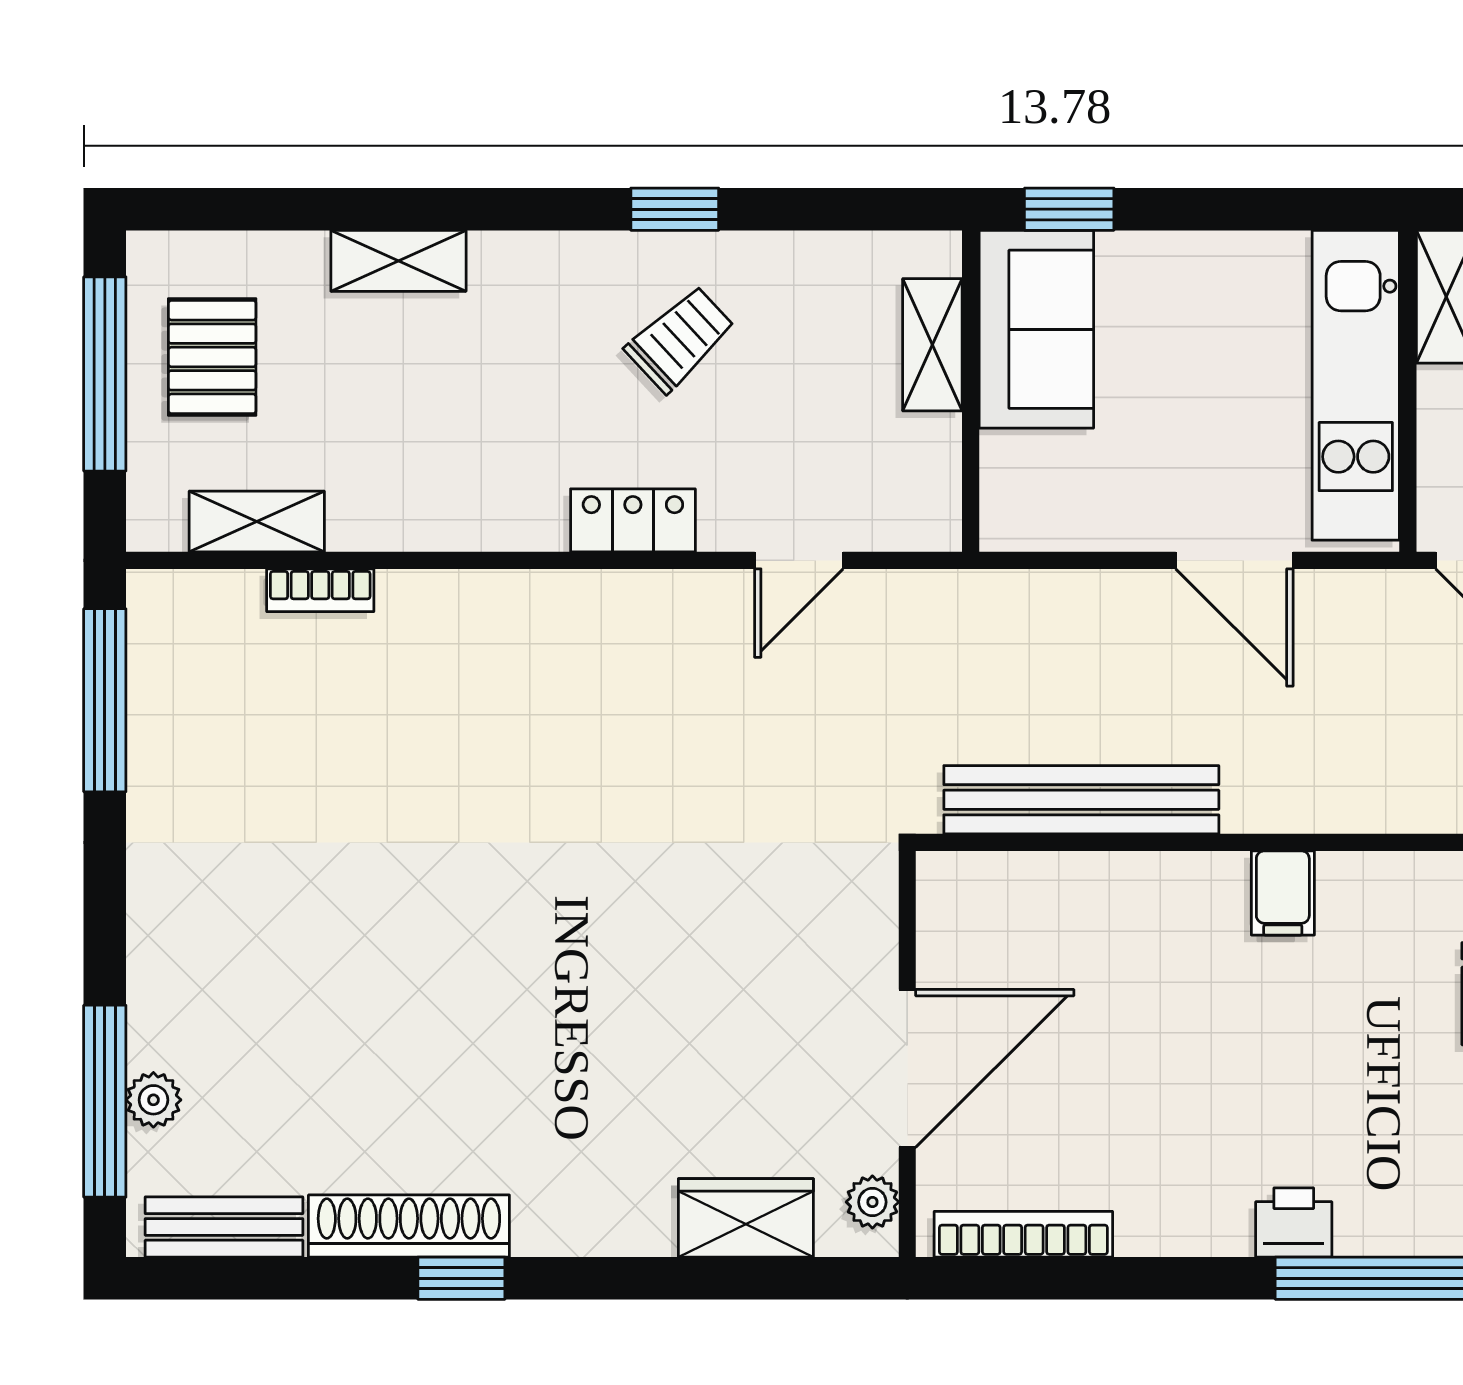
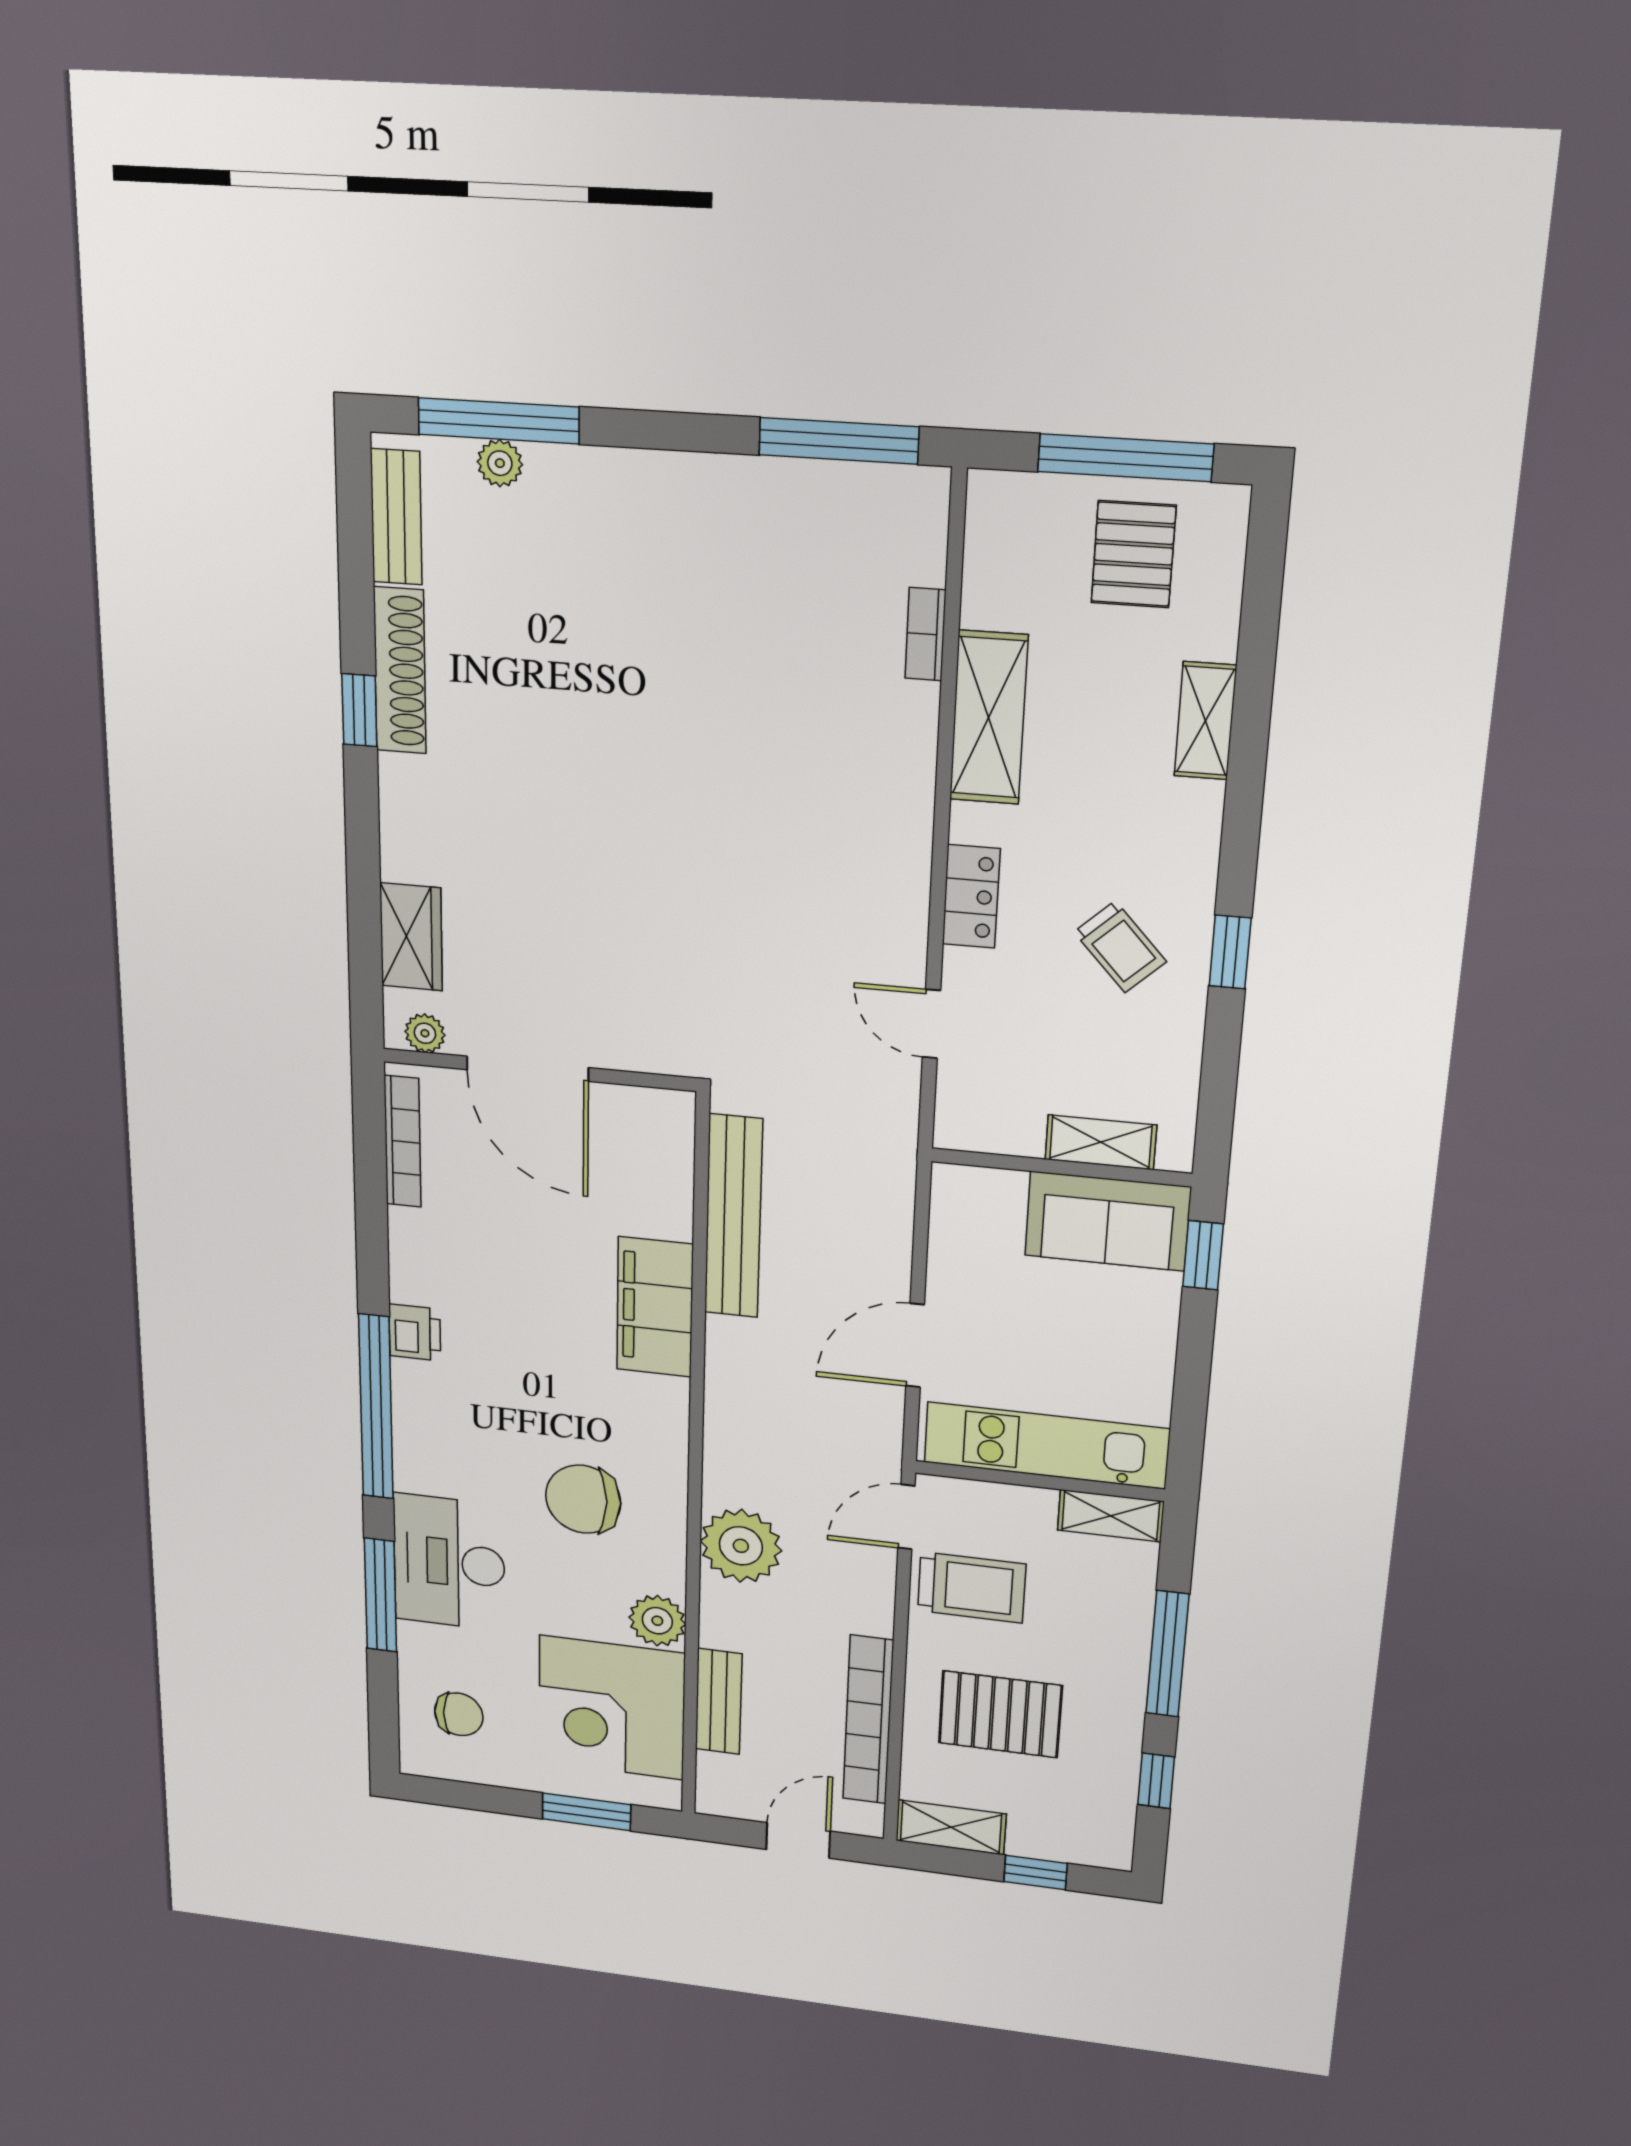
pallet: (212, 357) -> (1134, 554), turned 90
shelving: (257, 522) -> (989, 718), moved, width x1.50, depth x1.33
filing cabinet: (1283, 893) -> (655, 1307), width x3.00, depth x1.17

